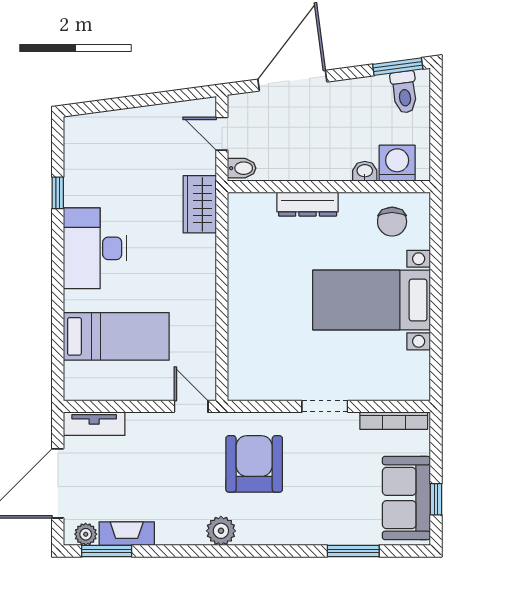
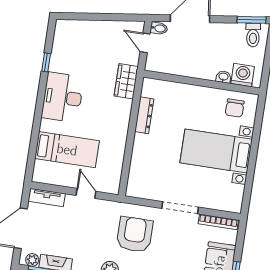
bidet: (242, 168) -> (159, 28), moved
dresser: (308, 204) -> (144, 115), moved, turned -90
door: (191, 406) -> (86, 193), moved
doorway: (325, 406) -> (180, 208), width x1.38

